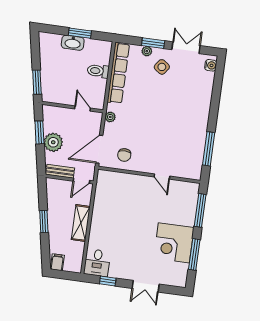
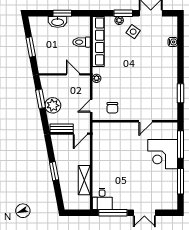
water cooler: (211, 65) -> (173, 42), moved
window: (37, 82) -> (31, 47), moved
door: (99, 149) -> (91, 106), width x0.53
window: (209, 149) -> (181, 93), width x0.69
door: (162, 177) -> (146, 121), hinge flipped
shelving: (81, 223) -> (84, 180), moved
corner desk: (174, 243) -> (163, 154), moved
filing cabinet: (57, 262) -> (70, 203), removed
window: (108, 281) -> (113, 213), width x2.17

